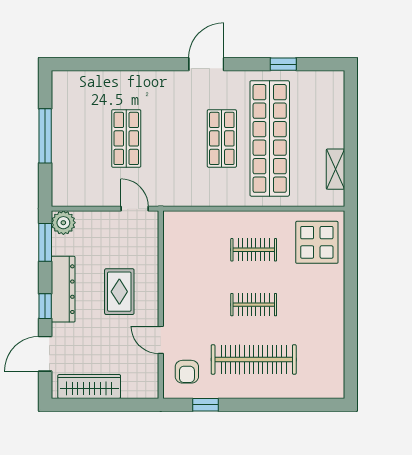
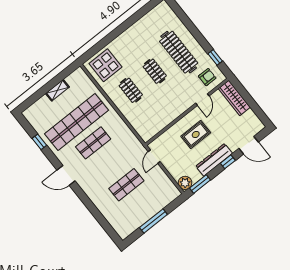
shelving: (335, 169) -> (57, 90), moved
wardrobe: (89, 386) -> (234, 98), moved

